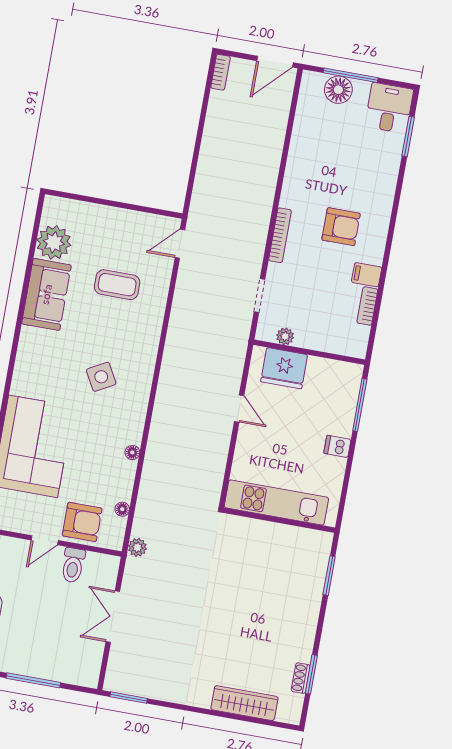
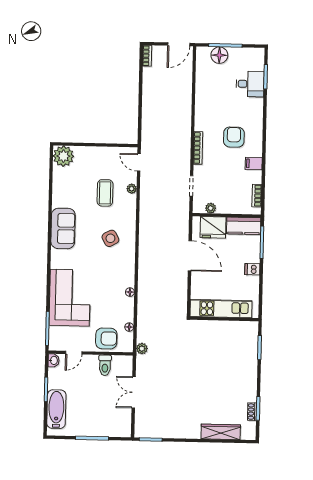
desk: (389, 108) -> (250, 84), moved, turned 90
armchair: (341, 227) -> (234, 137), turned -90
plant: (54, 242) -> (63, 156), moved
door: (180, 244) -> (139, 162), hinge flipped
coffee table: (117, 285) -> (105, 193), turned 90
plant: (162, 285) -> (132, 189), added
sofa: (46, 294) -> (63, 228), moved
bookcase: (367, 306) -> (257, 196), moved
kitchen counter: (334, 374) -> (244, 226), added
side table: (101, 377) -> (110, 238), moved
door: (239, 409) -> (190, 256), width x1.88
door: (45, 540) -> (74, 353), moved

